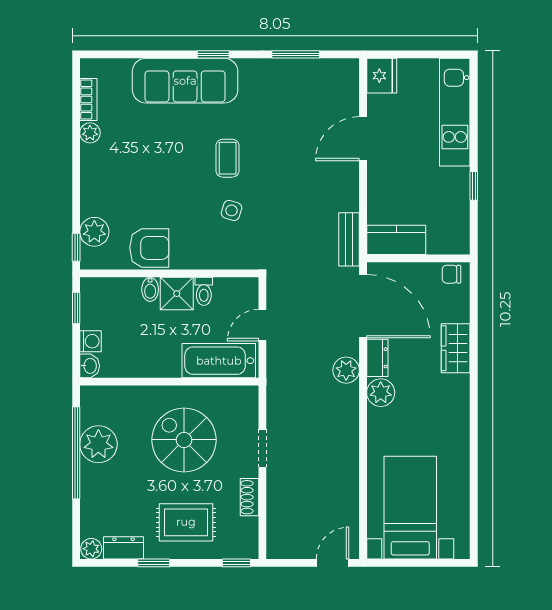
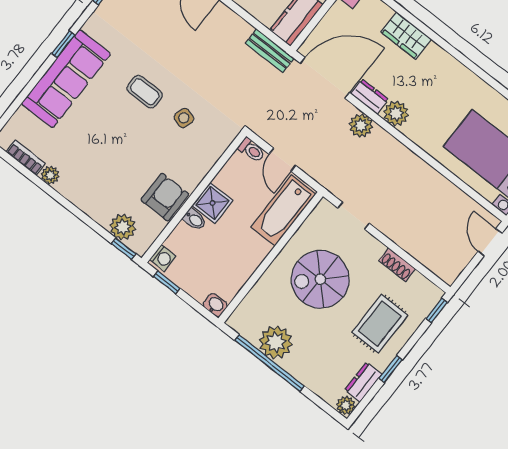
toilet: (204, 291) -> (252, 150), moved
washing machine: (90, 341) -> (163, 258), moved, turned 90
doorway: (262, 448) -> (354, 216), moved

